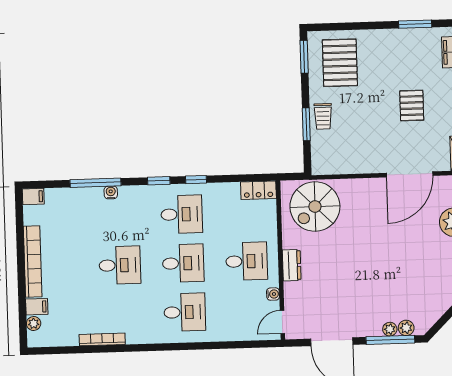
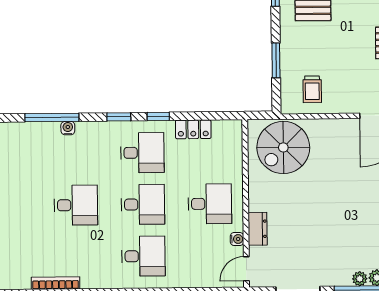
trolley: (323, 116) -> (312, 89), moved
locker: (258, 190) -> (193, 129), moved
dresser: (292, 265) -> (258, 229), moved

